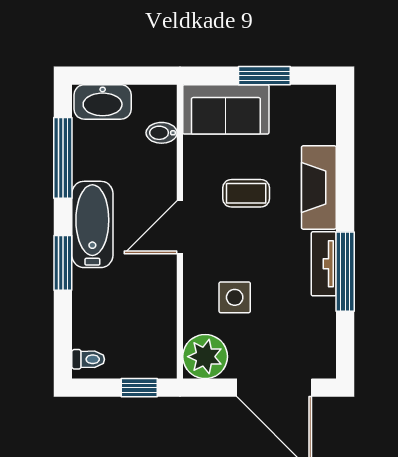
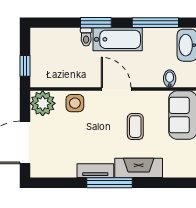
window: (345, 272) -> (109, 183), moved
side table: (235, 297) -> (75, 103), moved
toilet: (88, 359) -> (86, 37), moved

